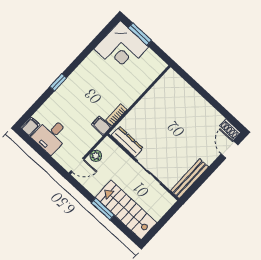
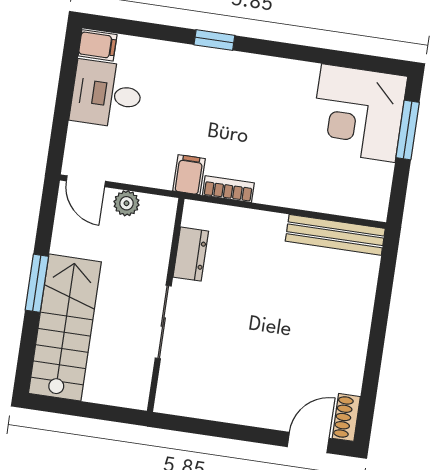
dresser: (127, 142) -> (191, 254), width x0.70
bench: (189, 179) -> (335, 235), moved

